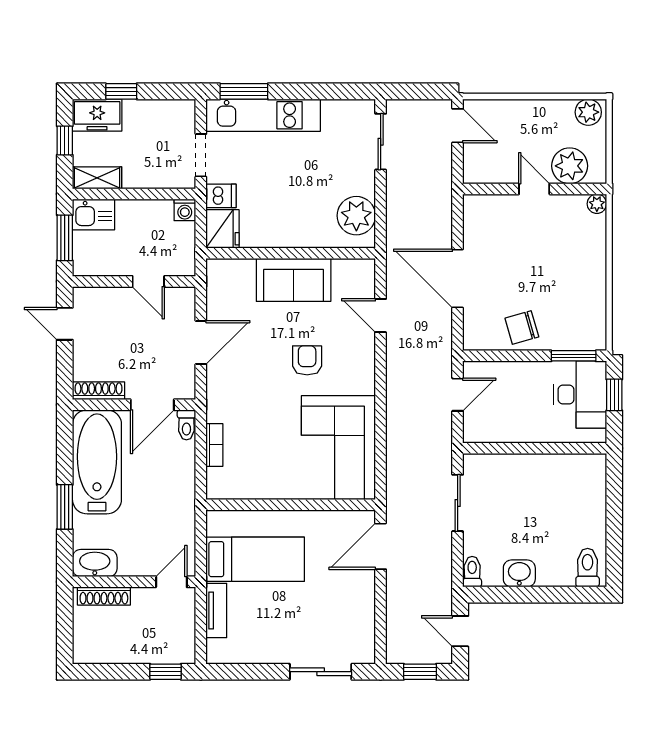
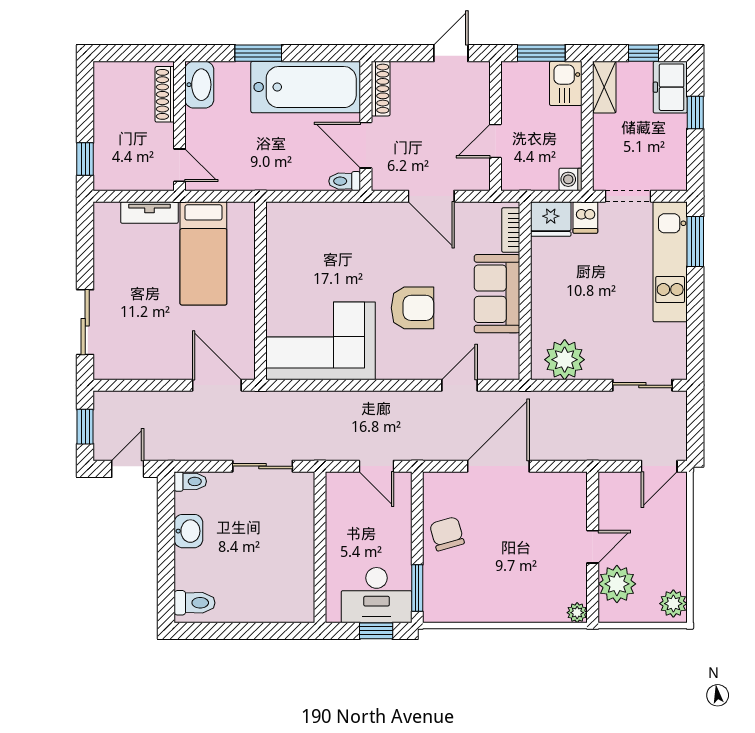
armchair: (307, 360) -> (412, 308), width x1.38, depth x1.38
bookcase: (214, 445) -> (511, 230), moved, turned 90

